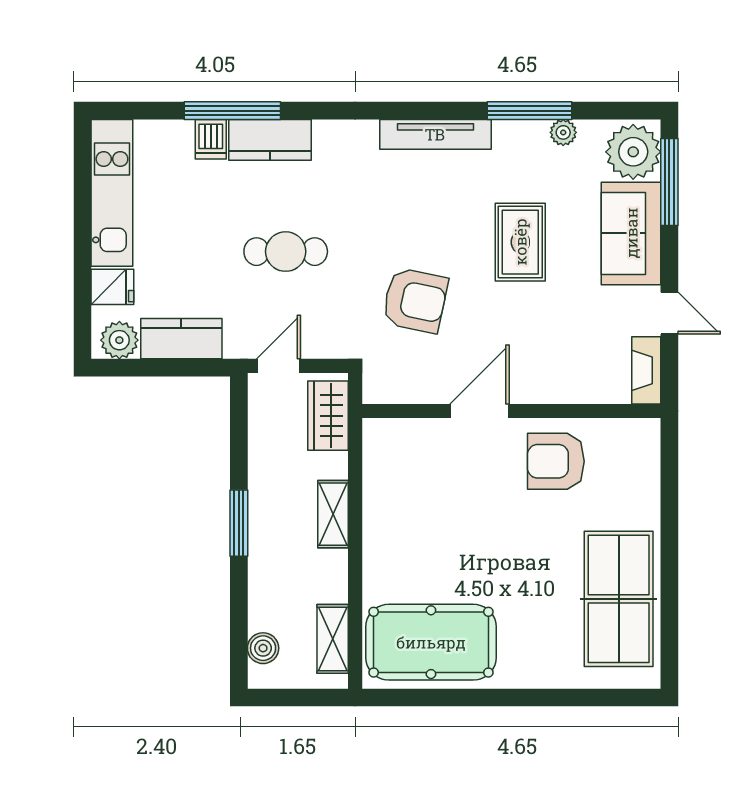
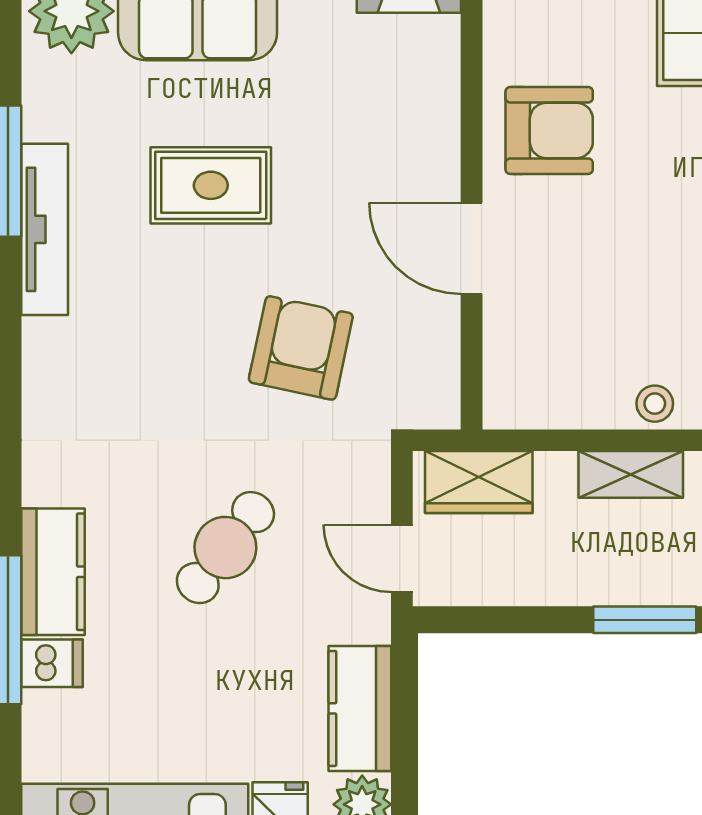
plant: (563, 132) -> (42, 119), removed
tv unit: (435, 134) -> (45, 229), moved
cafe table: (286, 252) -> (225, 548), turned 38
armchair: (556, 461) -> (549, 130), turned -90
stool: (379, 530) -> (655, 404), added

